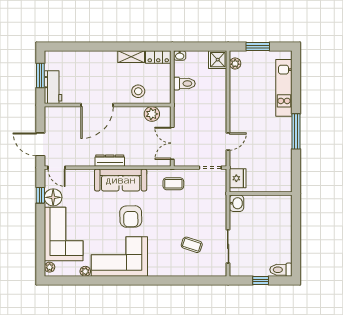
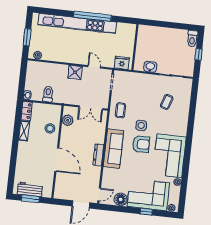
shower: (218, 60) -> (75, 72), moved
workbench: (53, 87) -> (30, 189), moved
kitchen unit: (284, 88) -> (77, 23), width x1.86
window: (296, 131) -> (92, 16), width x1.46
window: (40, 195) -> (146, 212), moved
washbasin: (237, 203) -> (150, 67), moved
side table: (156, 214) -> (141, 125), added

